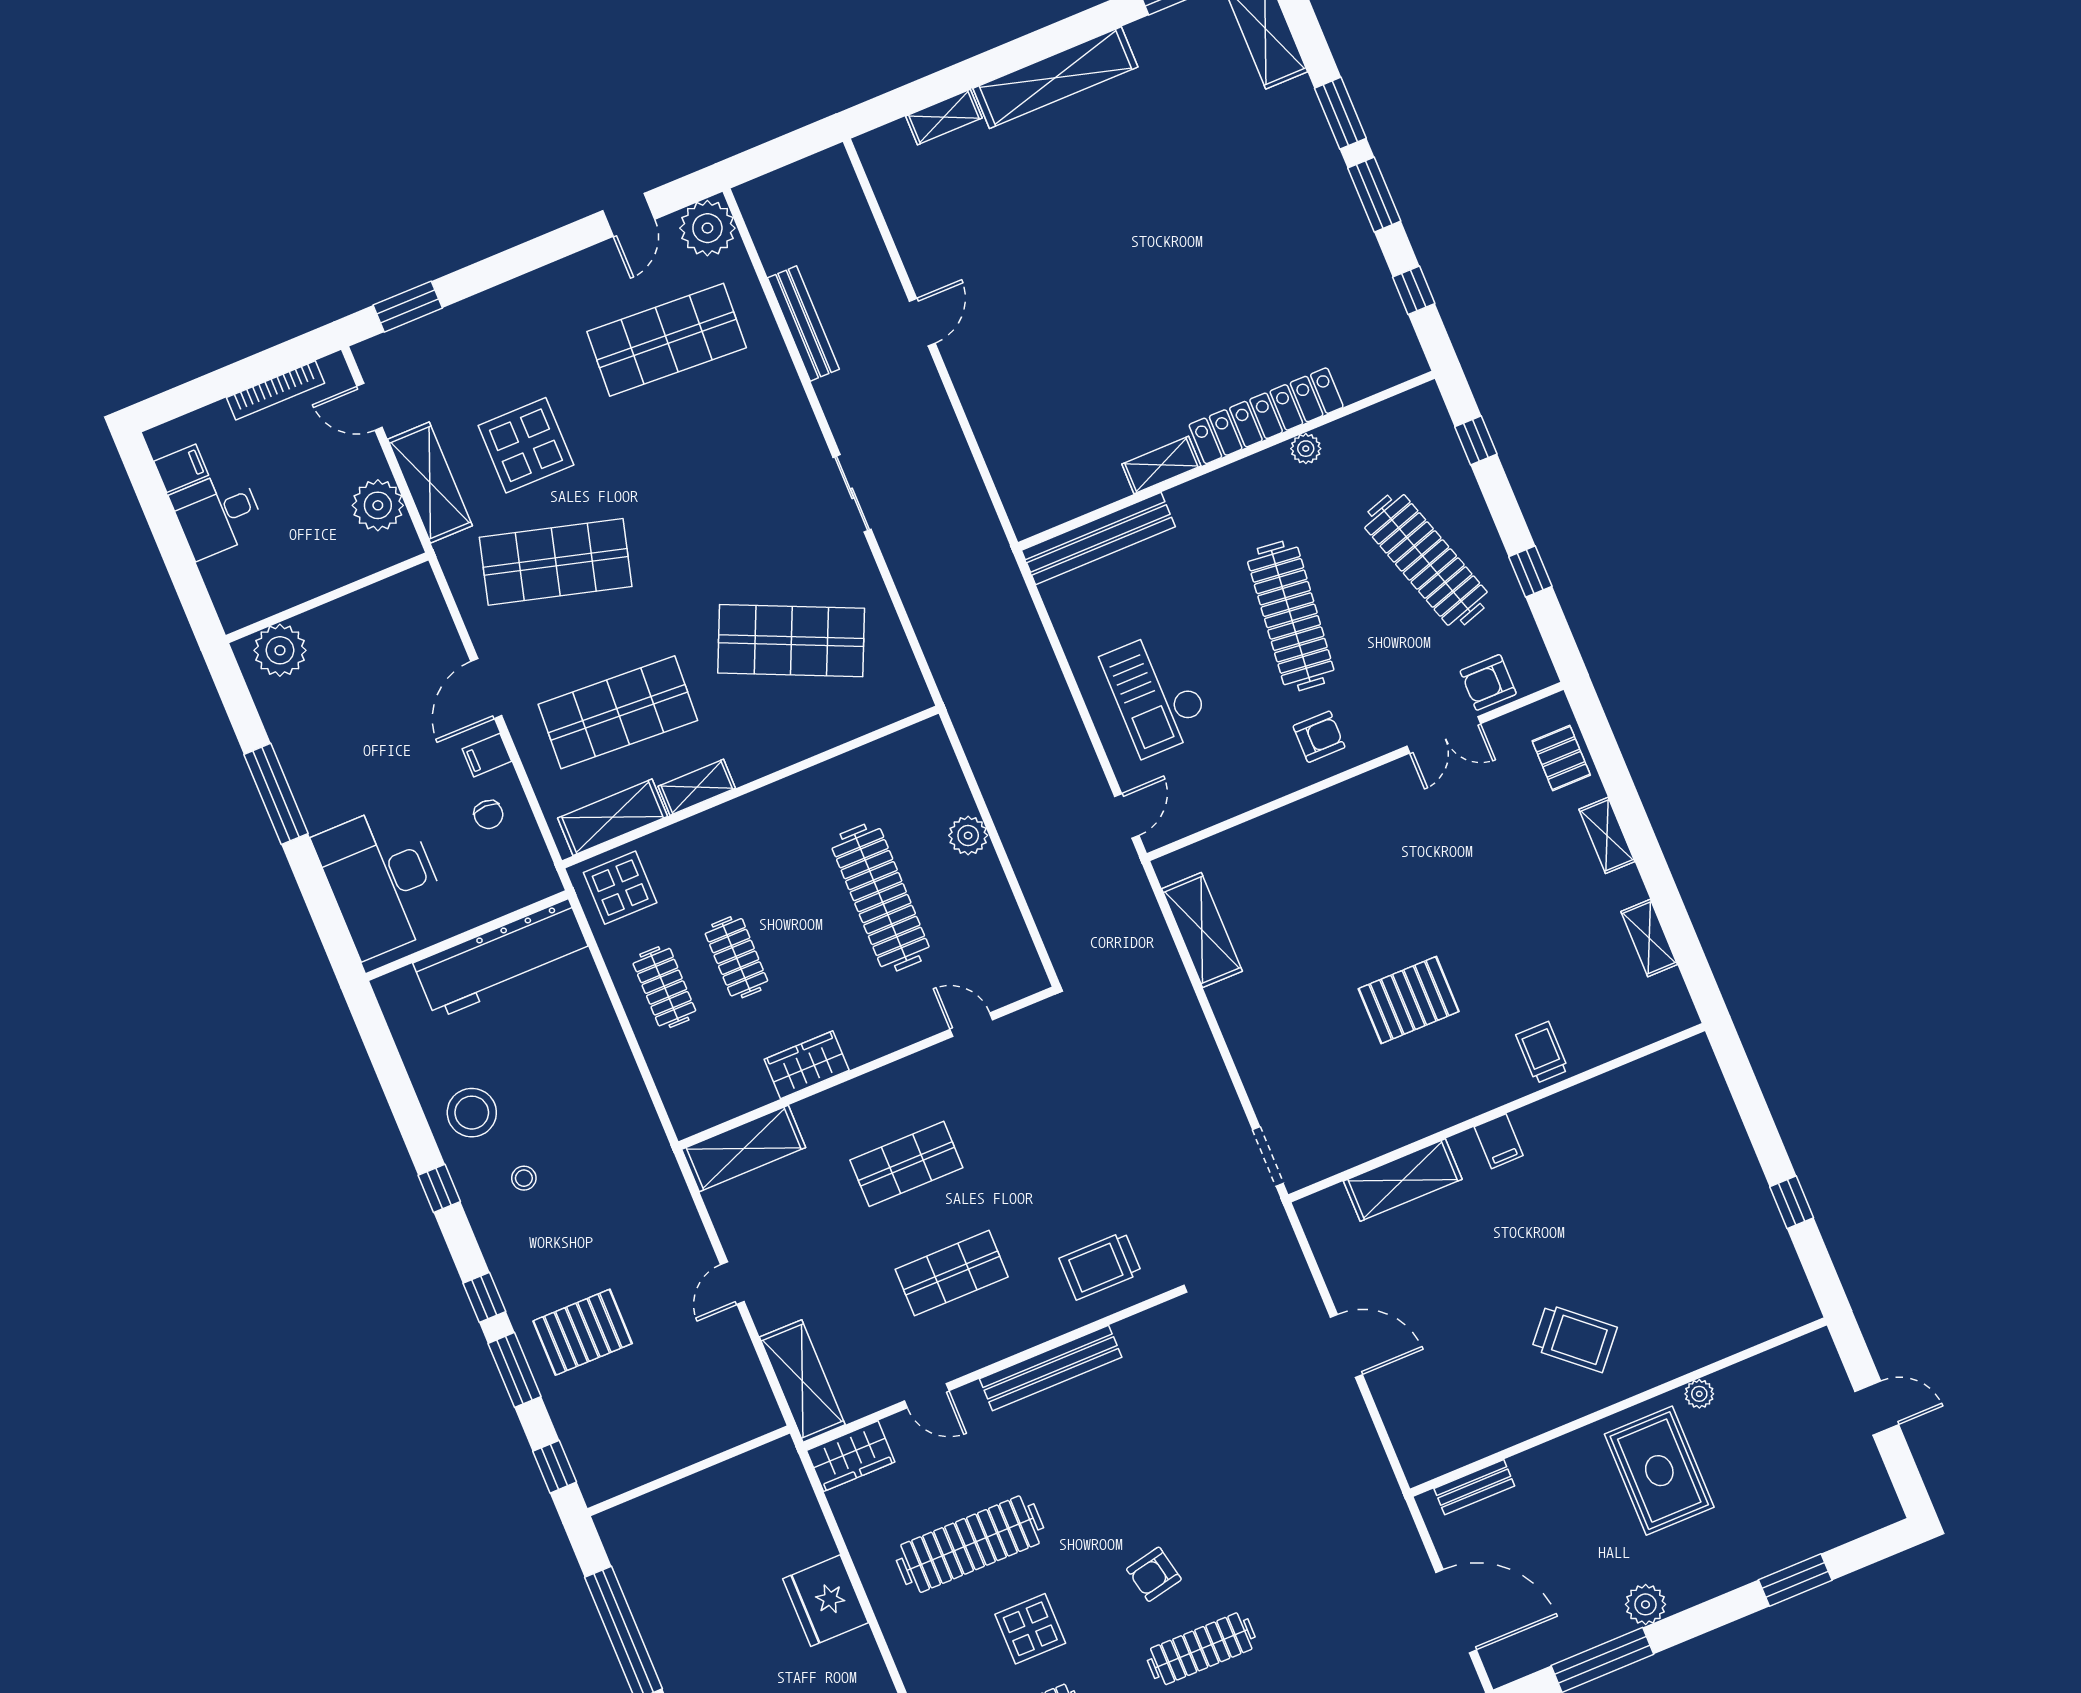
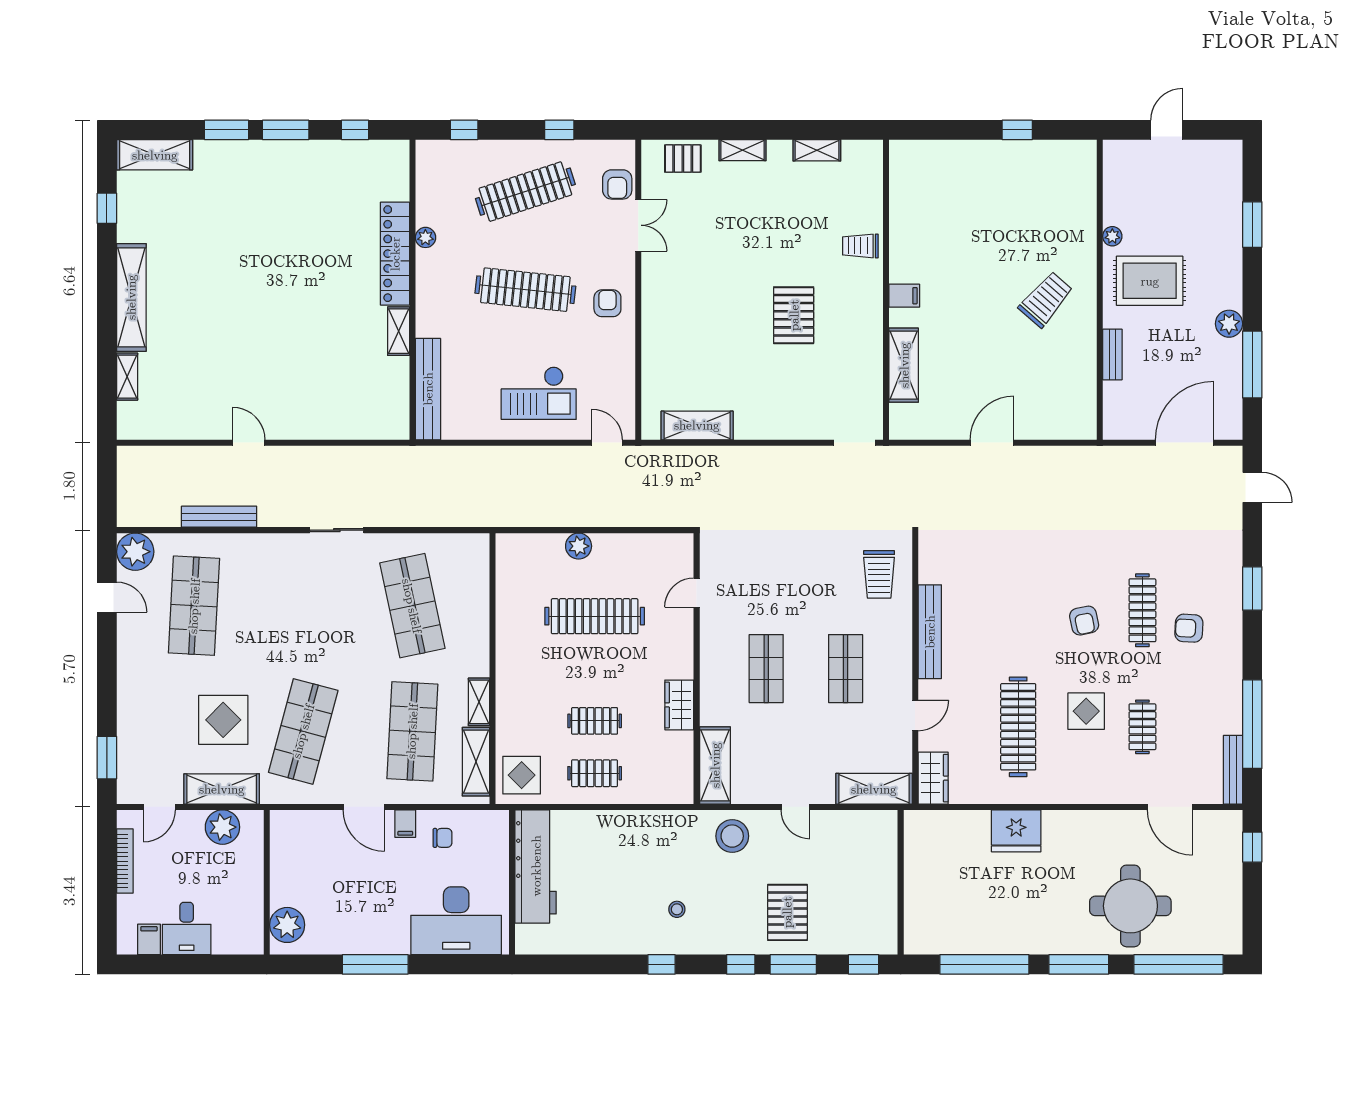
shop shelf: (791, 641) -> (412, 606), turned -36
stool: (472, 1113) -> (732, 836), moved
bench: (1474, 1487) -> (1112, 355), moved

